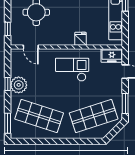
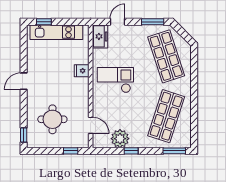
door: (31, 47) -> (91, 125), hinge flipped
checkout: (72, 70) -> (115, 80), turned 90
plant: (19, 85) -> (120, 139), moved

